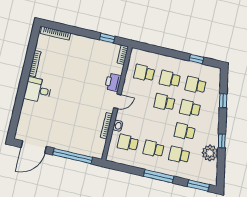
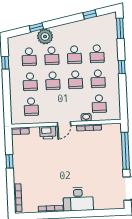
window: (107, 38) -> (9, 161), moved
desk: (38, 90) -> (78, 199), width x1.37
door: (117, 101) -> (64, 124), swing flipped
school desk: (159, 126) -> (75, 80), added
window: (222, 141) -> (90, 14), moved
plant: (210, 153) -> (45, 37), moved
window: (159, 176) -> (122, 67), width x0.46

